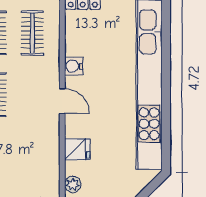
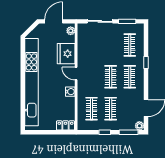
fridge: (77, 149) -> (66, 54), width x1.88, depth x1.34

